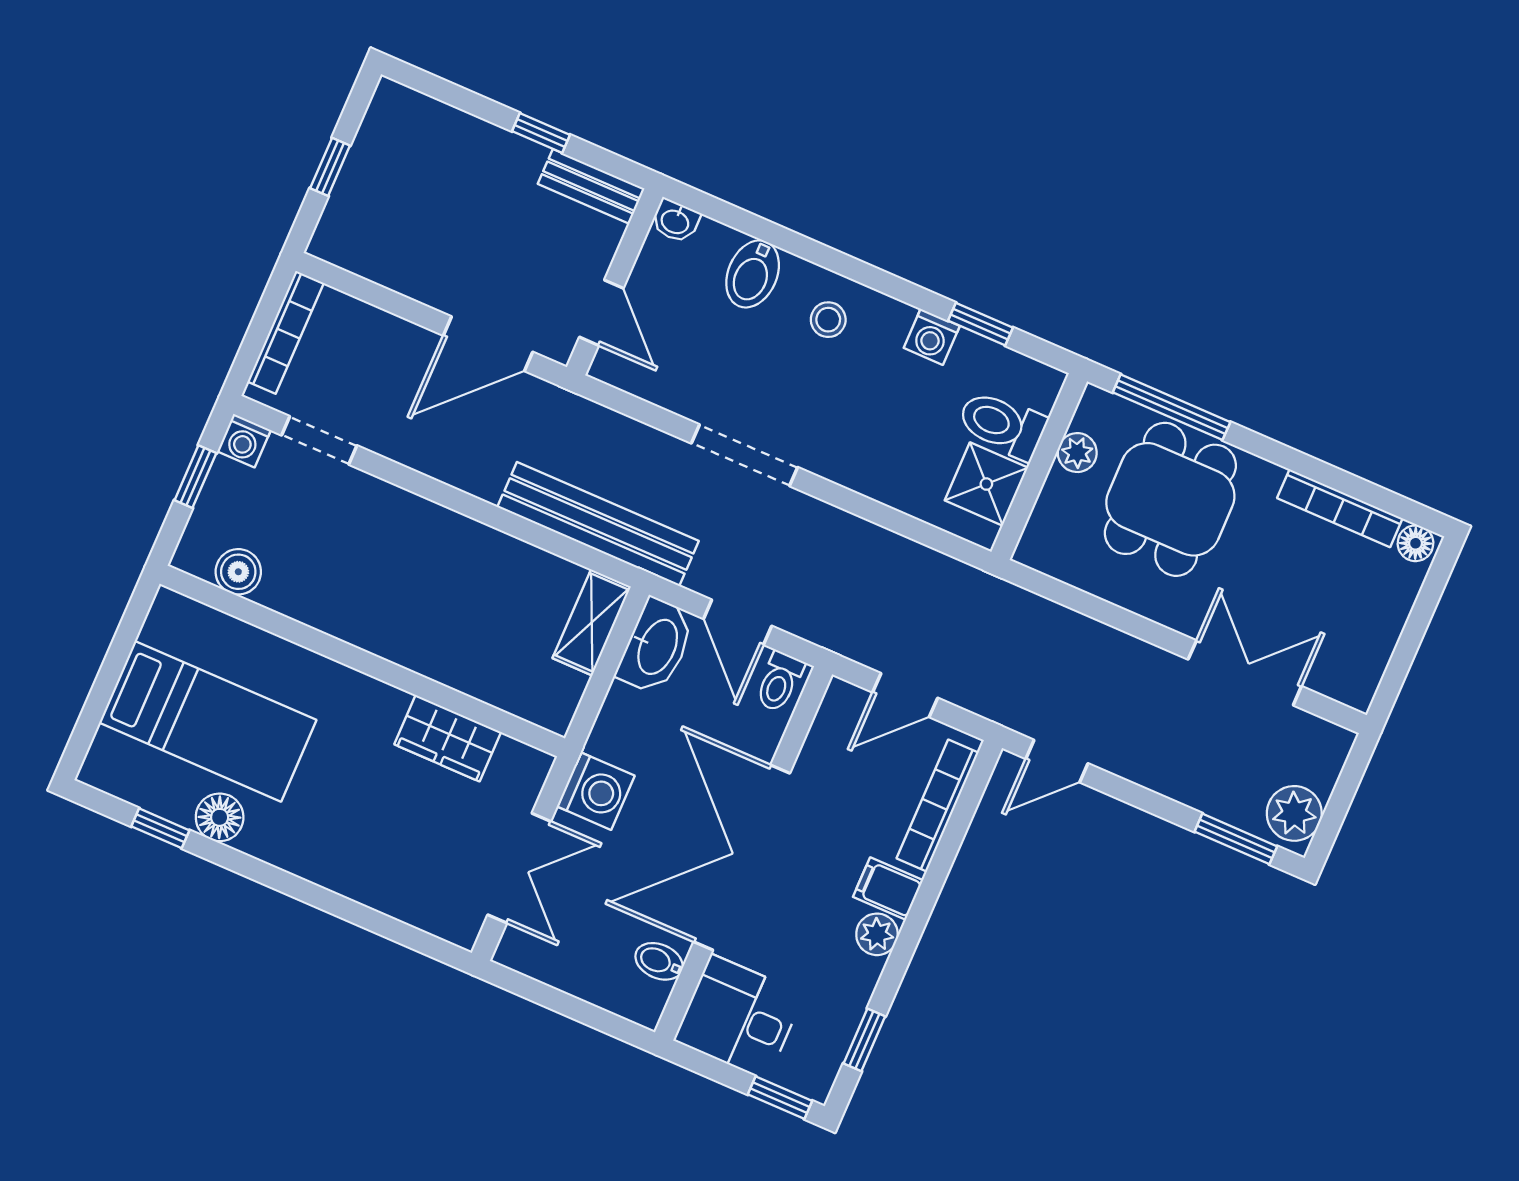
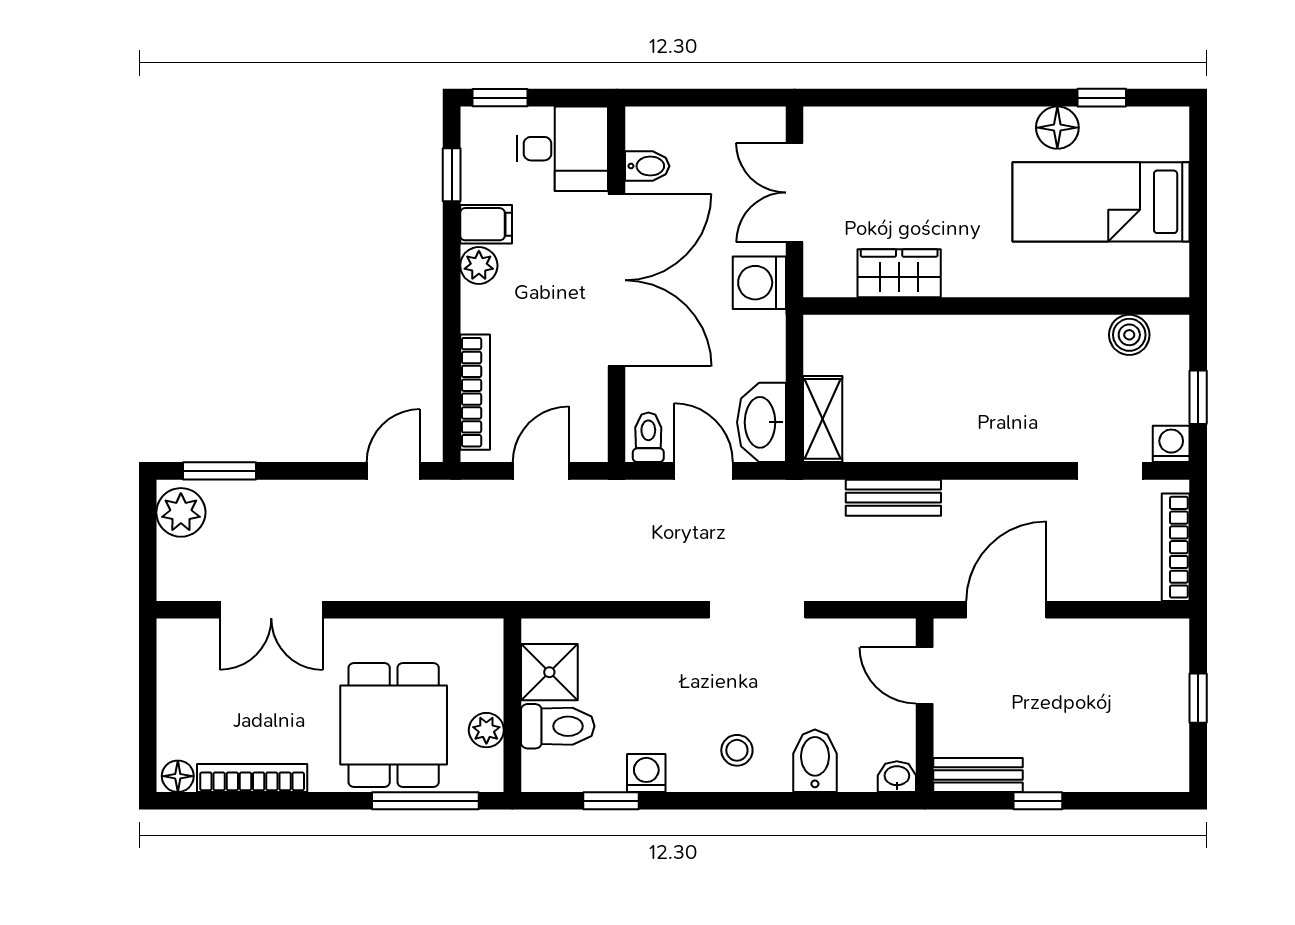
bench: (598, 524) -> (893, 498), width x0.54, depth x0.82
filing cabinet: (888, 889) -> (486, 224), moved

